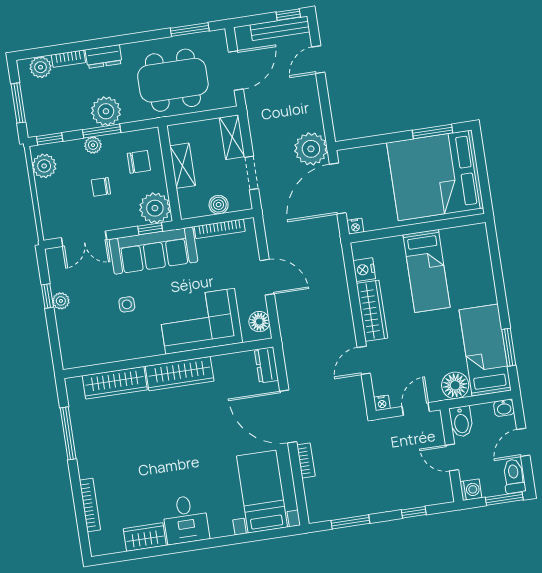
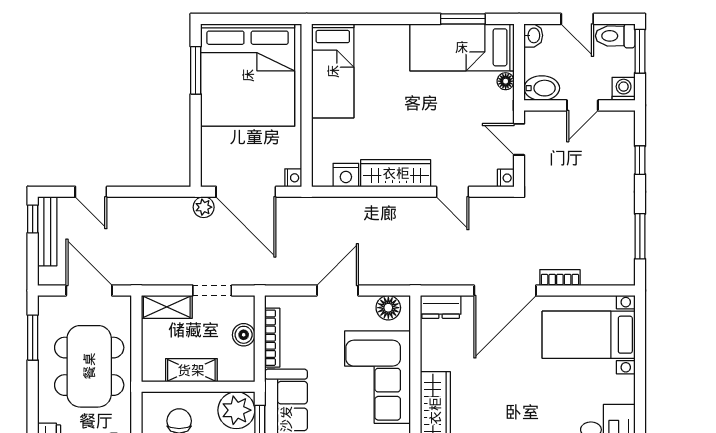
plant: (311, 149) -> (204, 207), width x0.53, depth x0.53
bed: (427, 271) -> (333, 71), moved, turned 90
floor lamp: (455, 385) -> (506, 81), width x0.53, depth x0.53

